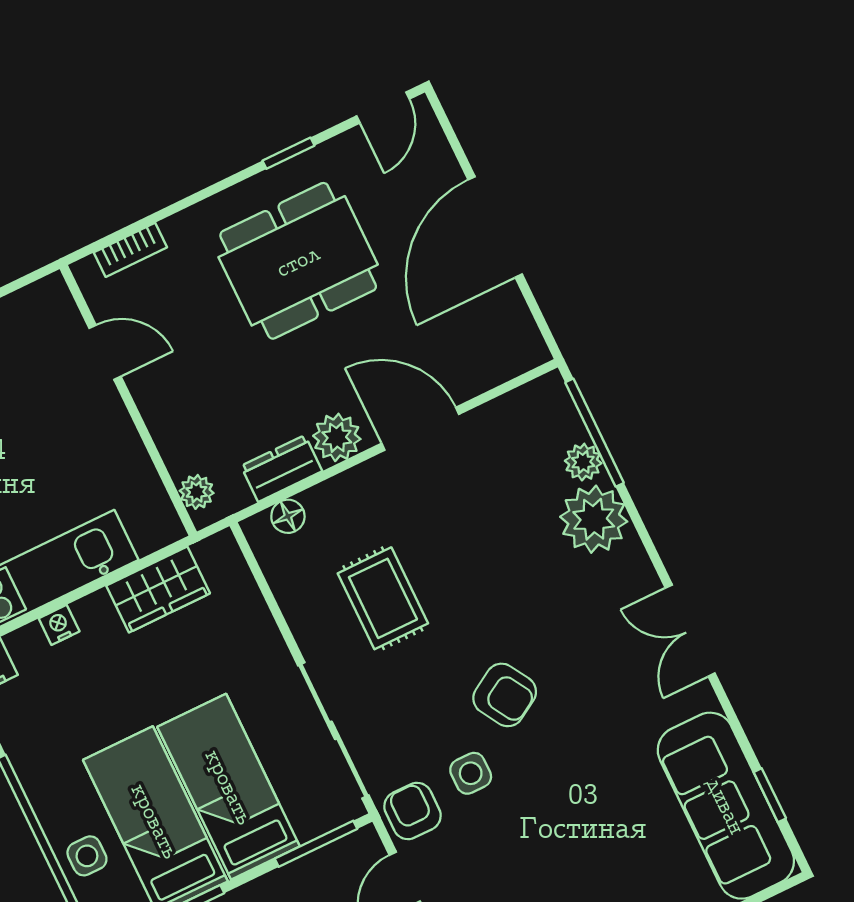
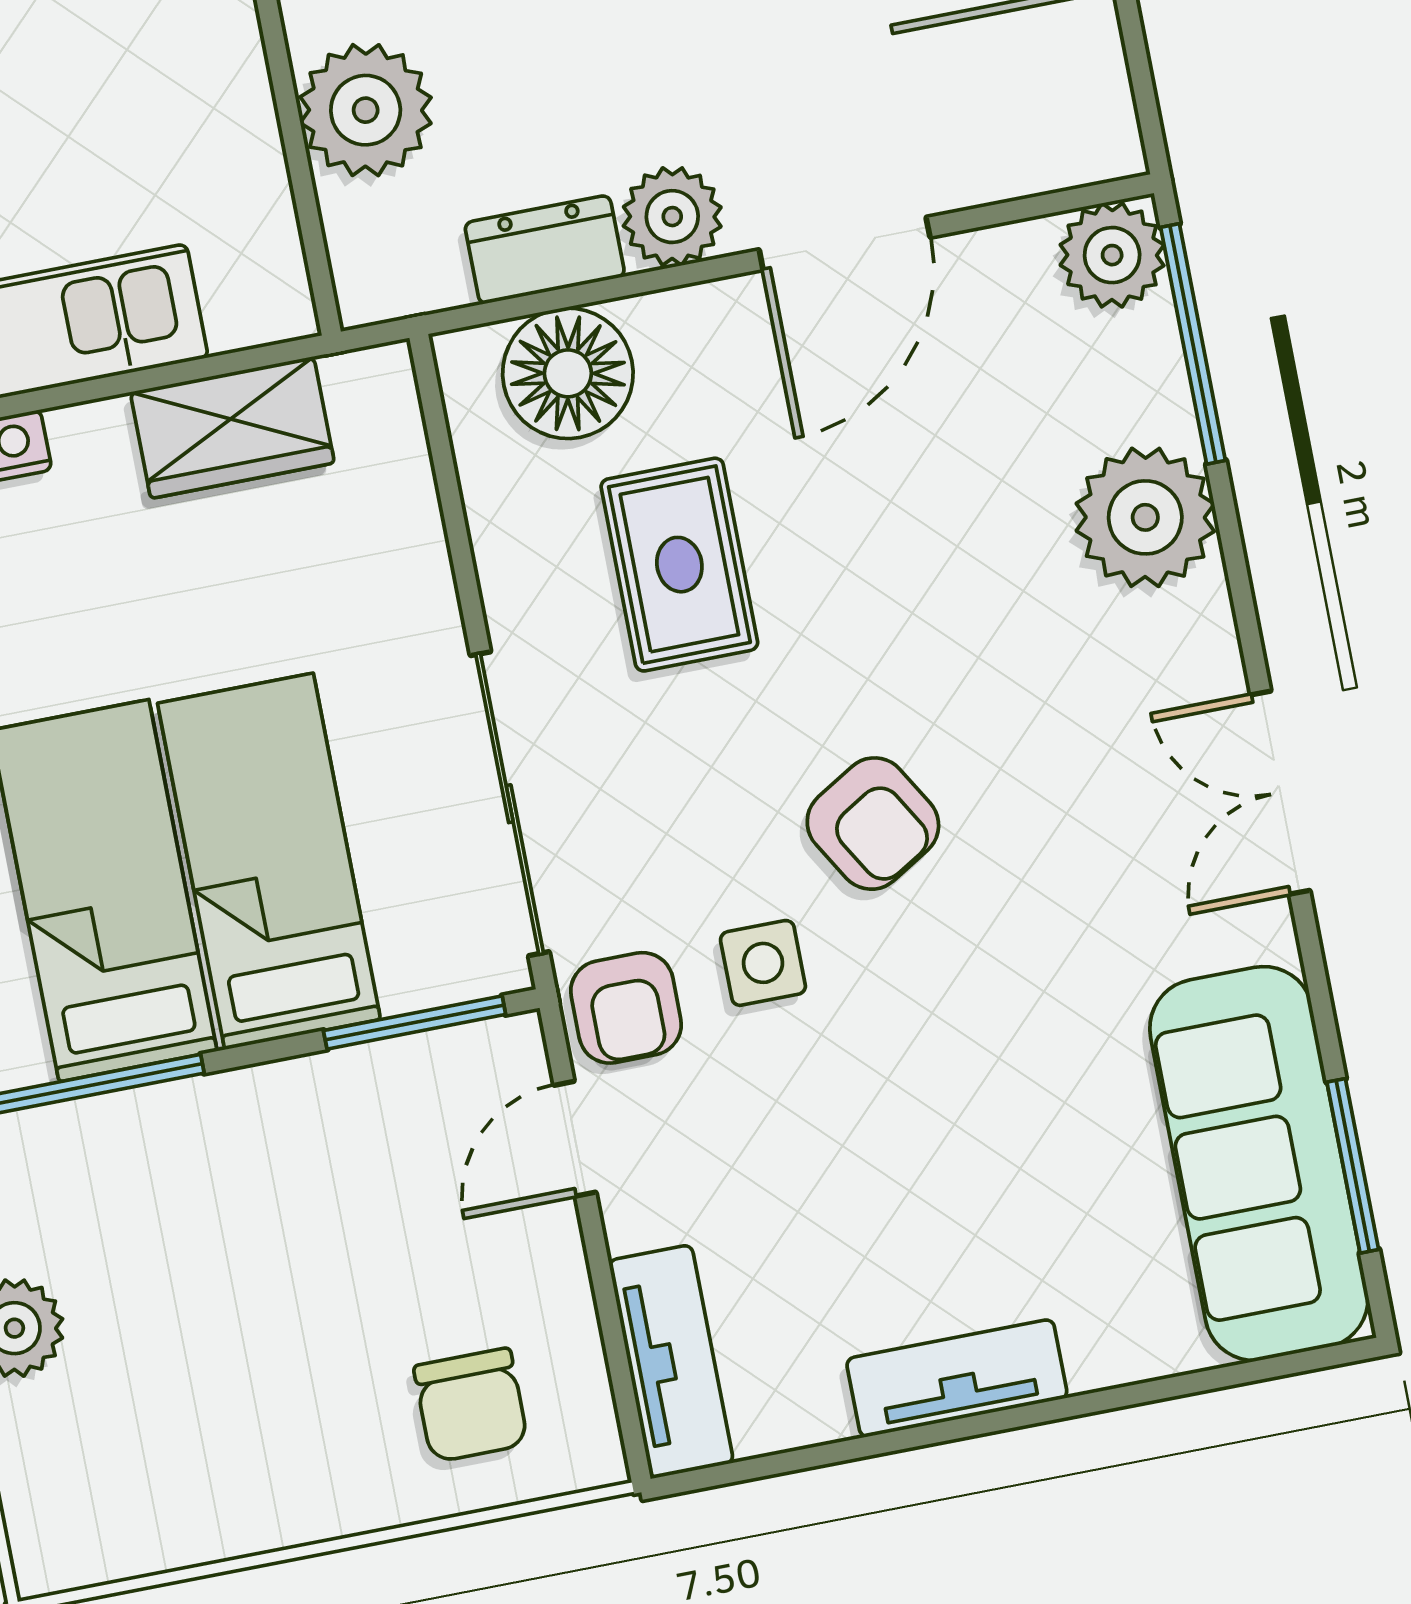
door: (420, 429) -> (845, 243), swing flipped
plant: (583, 462) -> (1112, 255), moved, width x1.38, depth x1.38
plant: (197, 492) -> (366, 110), moved, width x1.87, depth x1.87
floor lamp: (288, 516) -> (568, 373), width x1.89, depth x1.89
window: (770, 795) -> (1353, 1166), width x1.50
armchair: (413, 811) -> (626, 1008), turned 180

